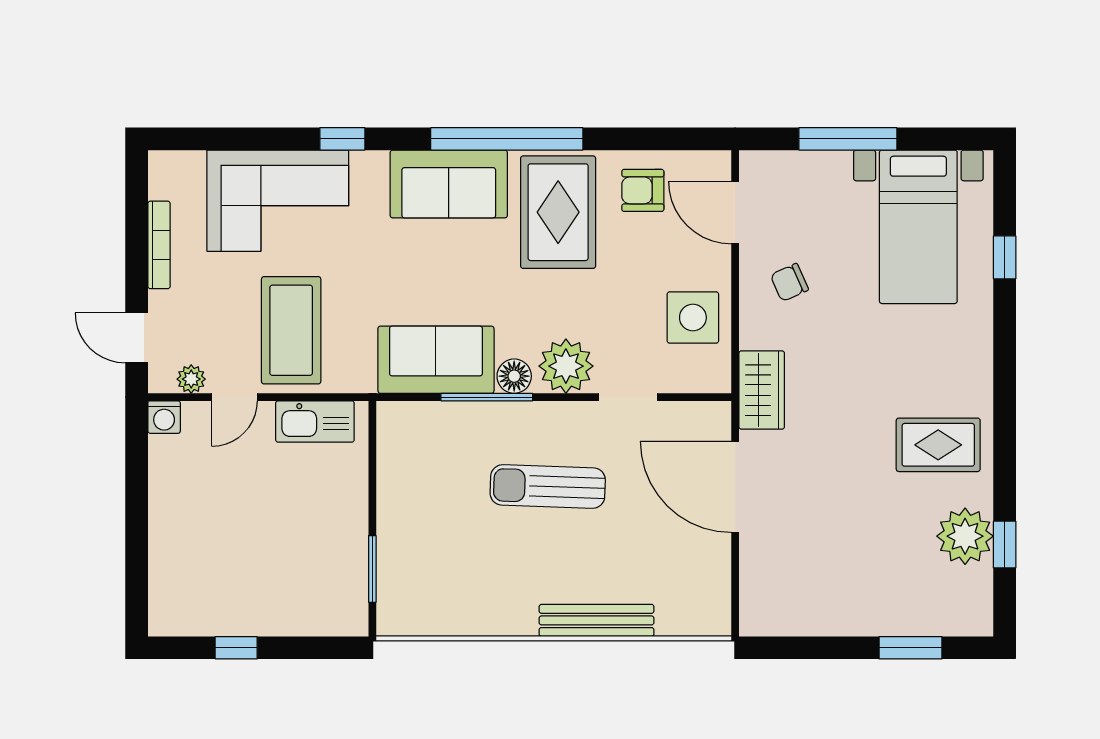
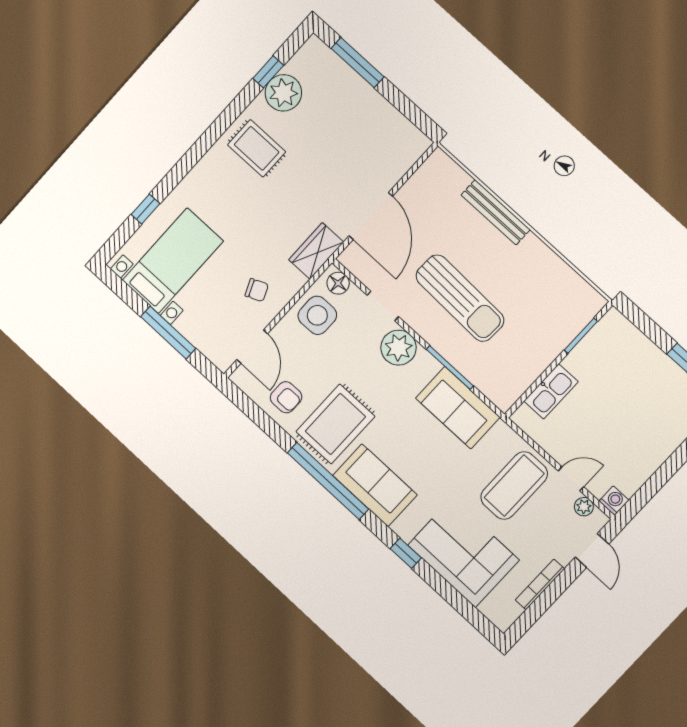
floor lamp: (514, 376) -> (338, 283), moved
kitchen sink: (315, 421) -> (551, 391), moved, turned 90
sun lounger: (548, 486) -> (460, 298), width x1.36, depth x1.34
window: (911, 648) -> (357, 63), width x1.44

